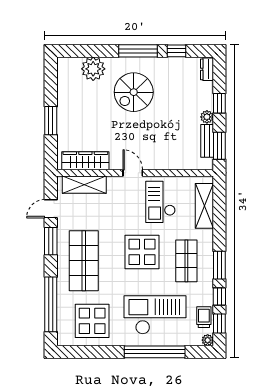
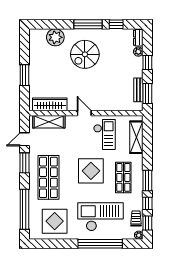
plant: (207, 117) -> (138, 52), moved
checkout: (160, 202) -> (104, 134), turned 180

